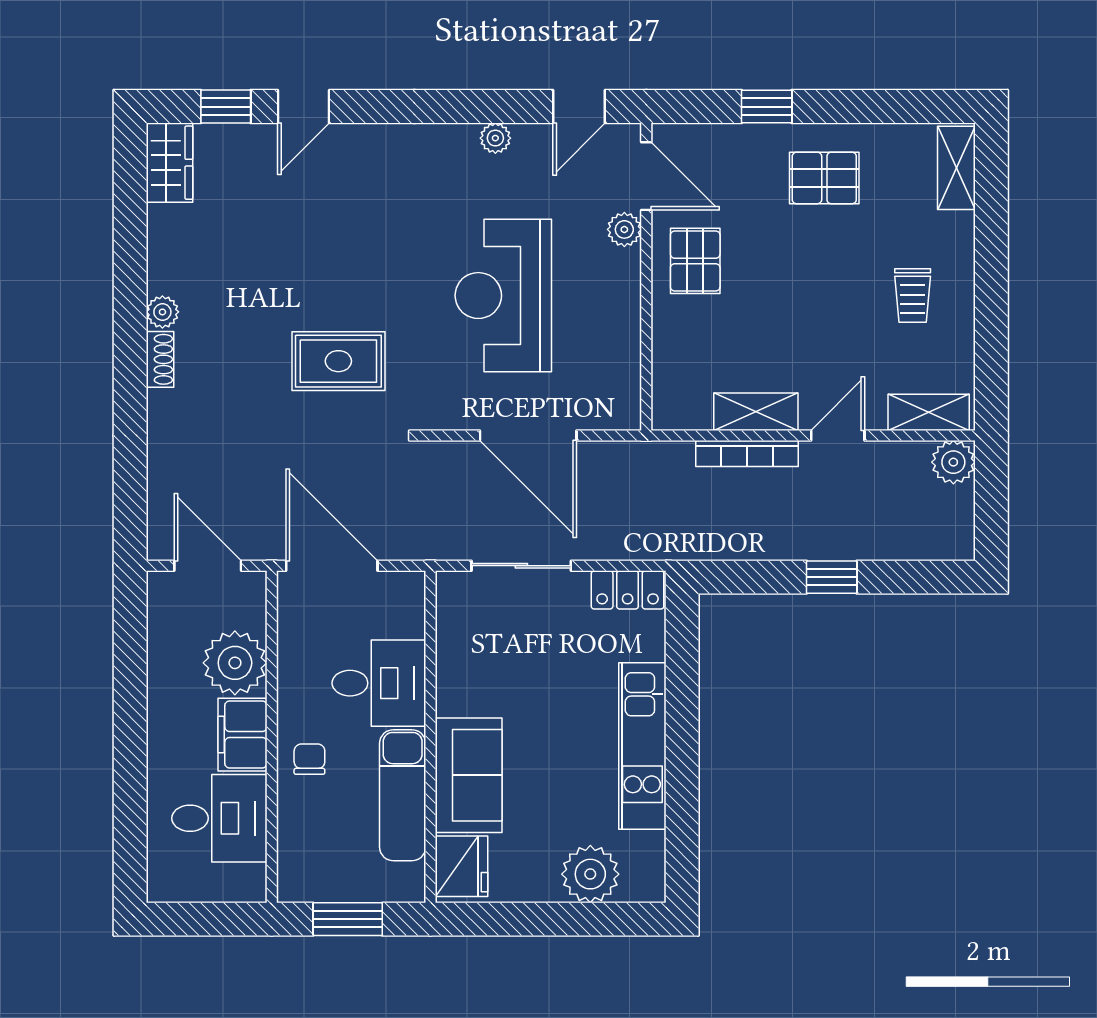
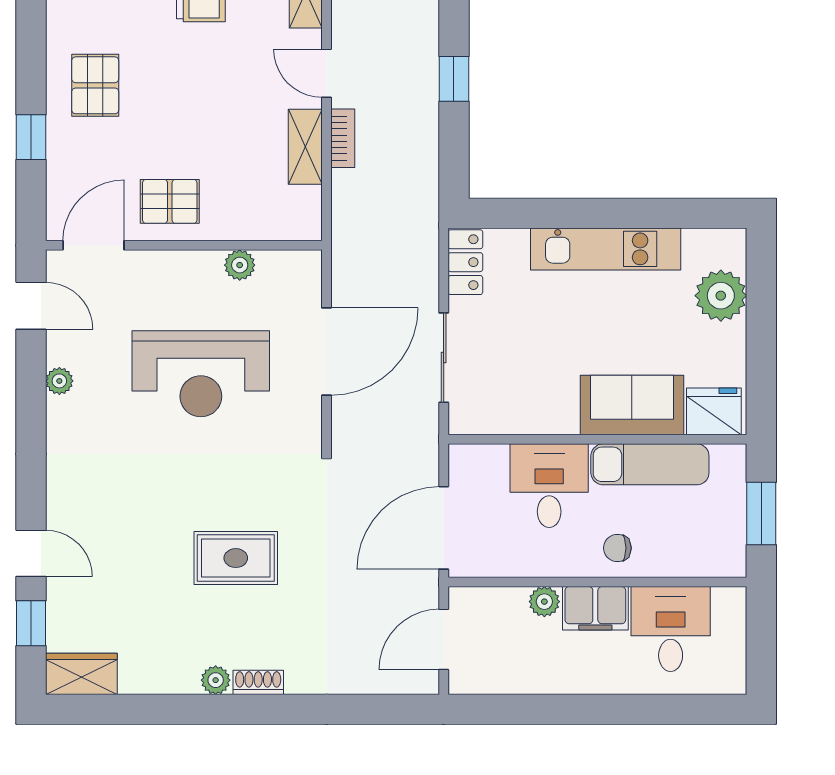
plant: (624, 229) -> (240, 265), moved
rug: (338, 361) -> (236, 558), moved, turned 90
bookcase: (747, 453) -> (343, 138), width x0.64
plant: (235, 663) -> (544, 602), width x0.53, depth x0.53

